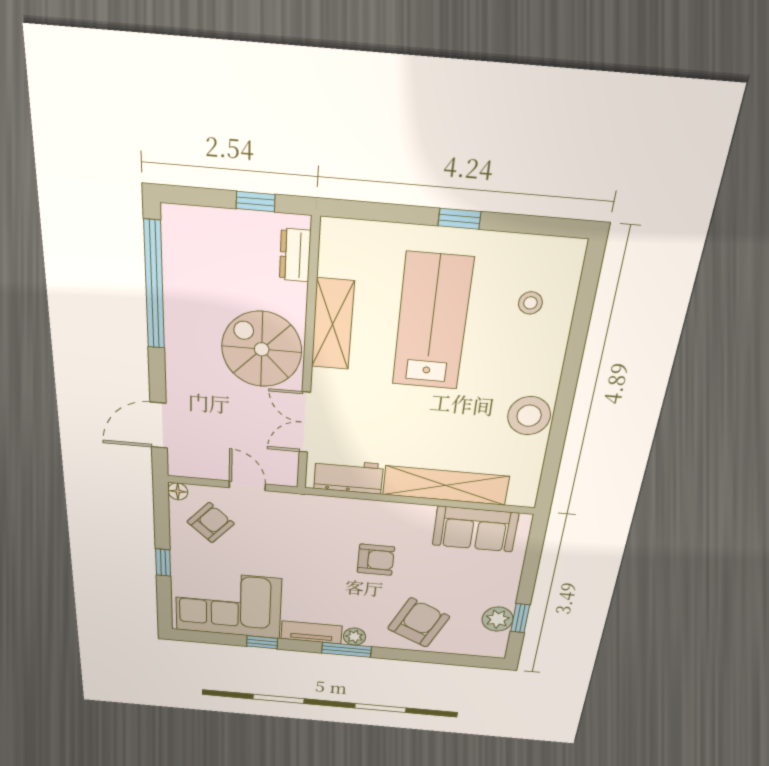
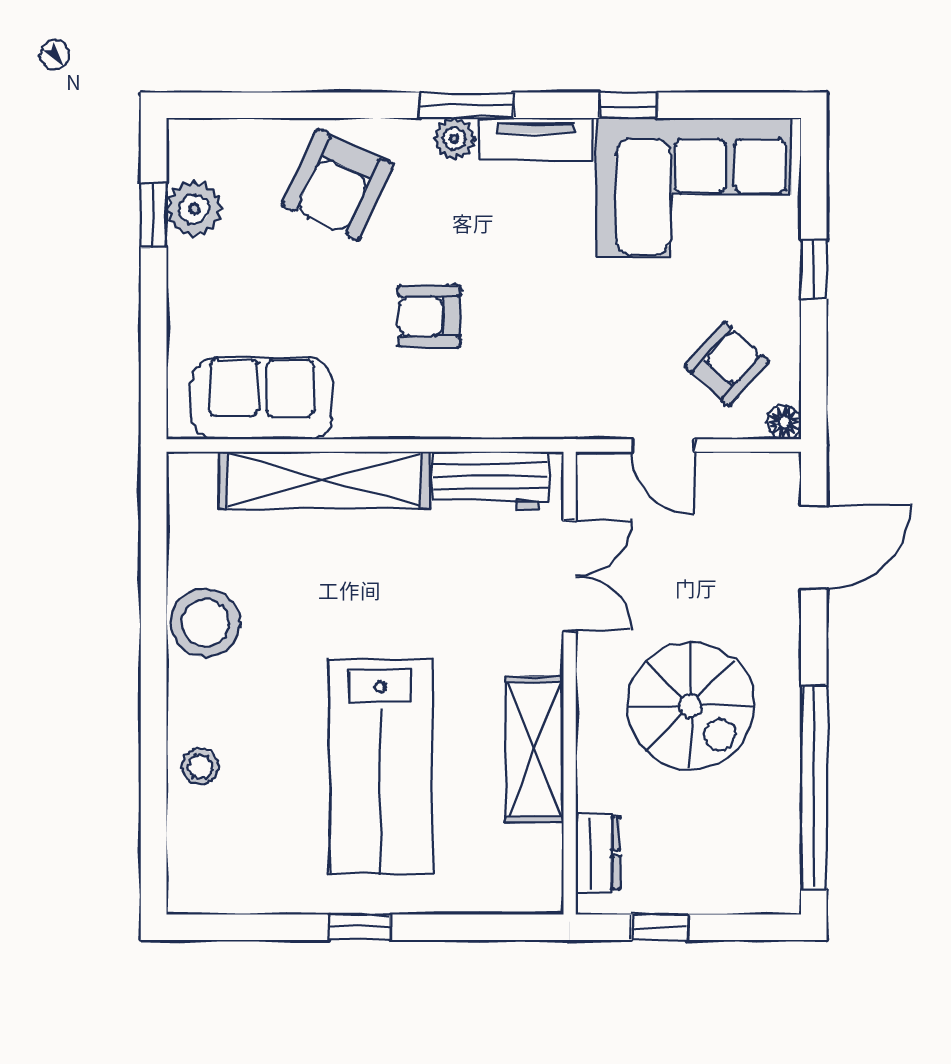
stool: (530, 303) -> (200, 767), moved
spiral stairs: (262, 349) -> (690, 706), moved
armchair: (211, 523) -> (727, 364), turned 180

